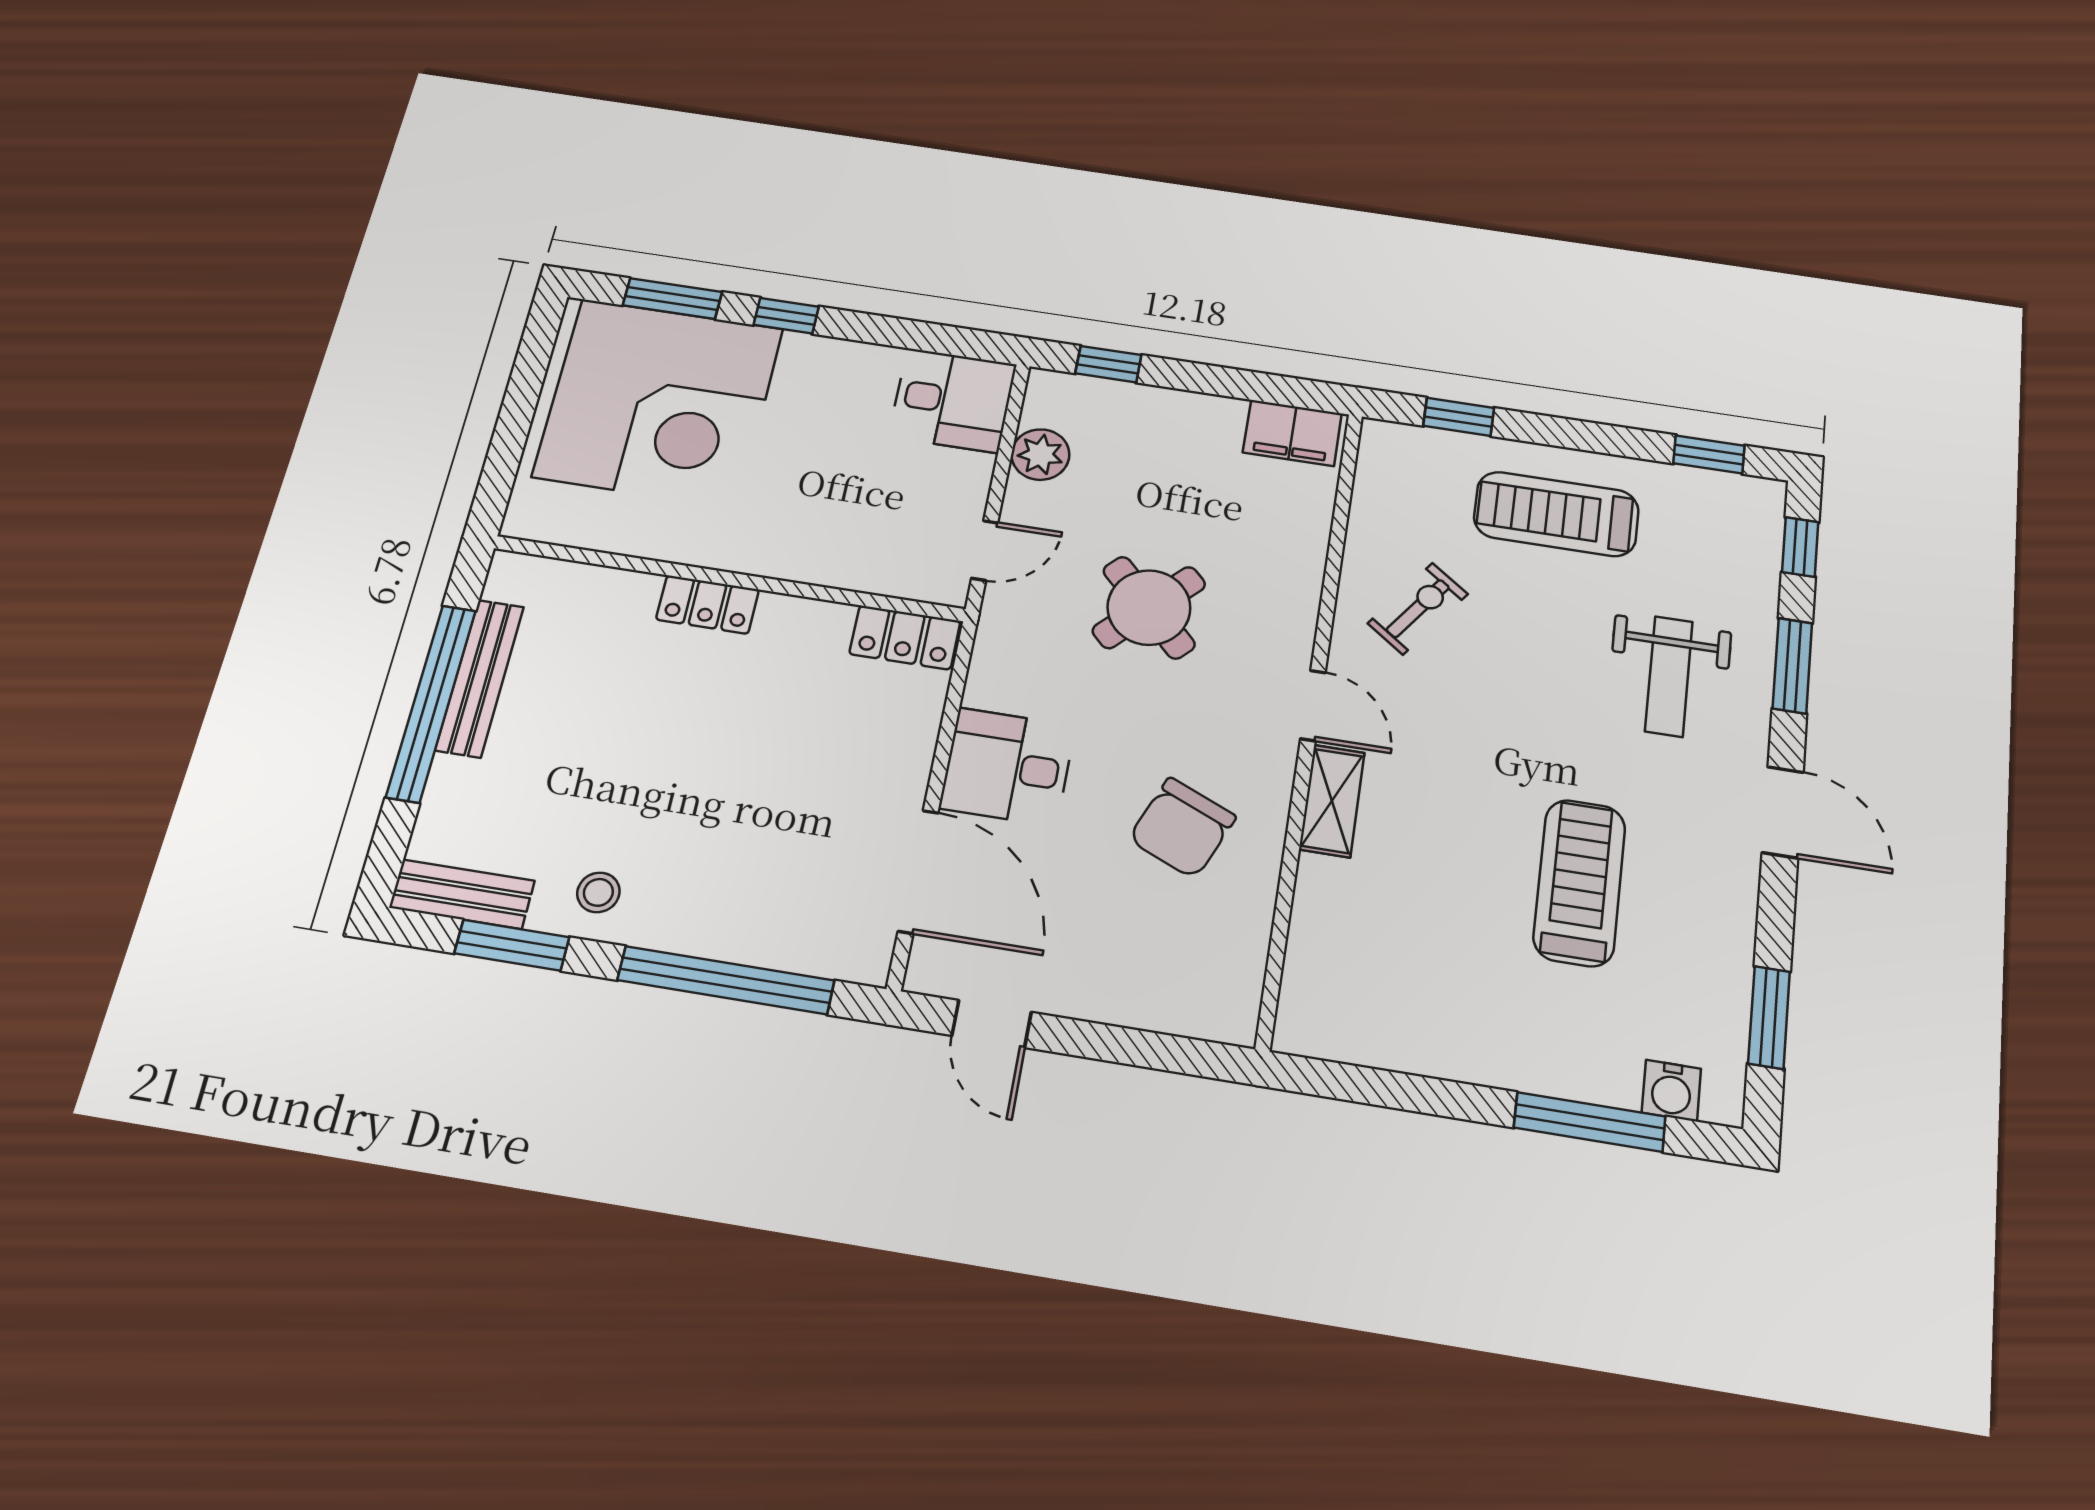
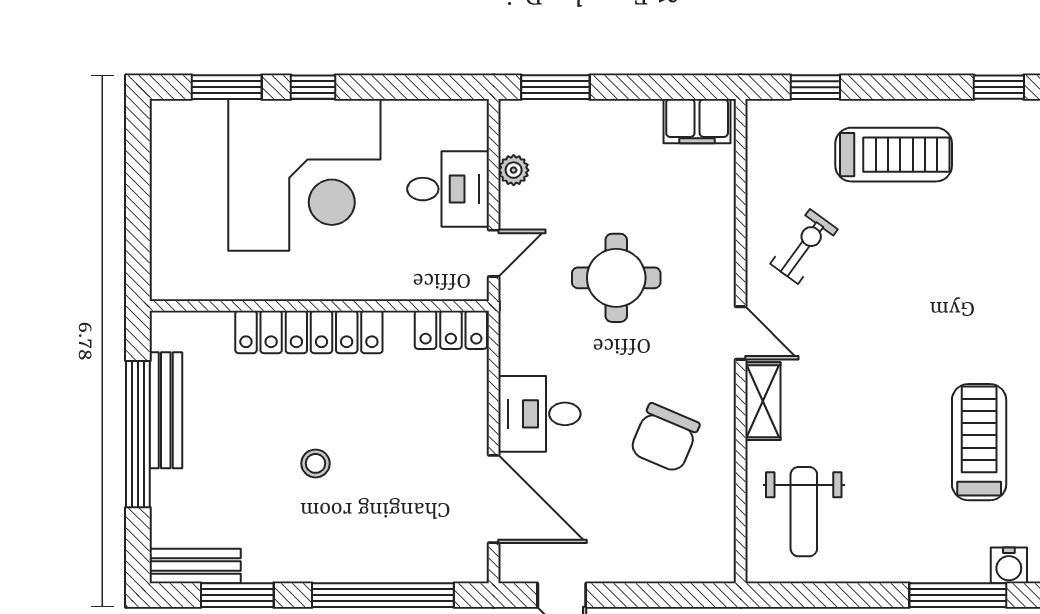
window: (1108, 364) -> (555, 87), width x1.50
desk: (953, 400) -> (448, 189), moved
corner desk: (659, 402) -> (304, 175), moved
plant: (1040, 455) -> (514, 170), width x0.73, depth x0.73
treadmill: (1556, 514) -> (894, 155), turned 180
locker: (708, 604) -> (309, 332), width x2.16, depth x1.21
round table: (1149, 608) -> (616, 278), turned 45
weight bench: (1669, 676) -> (804, 512), moved
treadmill: (1579, 882) -> (979, 442), moved
stool: (598, 892) -> (315, 463), moved

